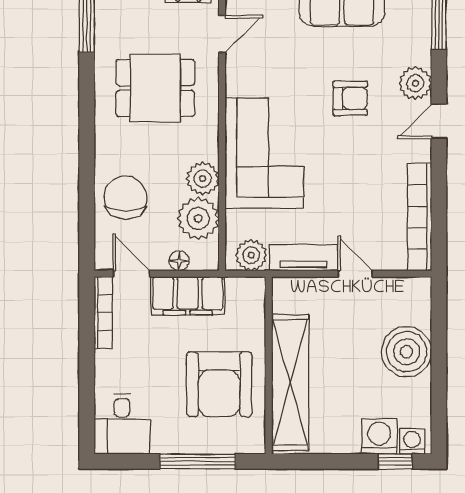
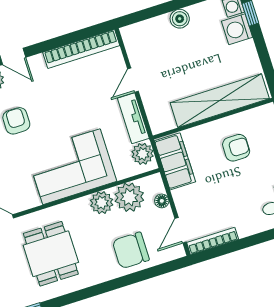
filing cabinet: (188, 296) -> (175, 161), moved
boiler: (407, 352) -> (180, 19), width x0.54, depth x0.54
armchair: (219, 384) -> (236, 148), width x0.53, depth x0.53

